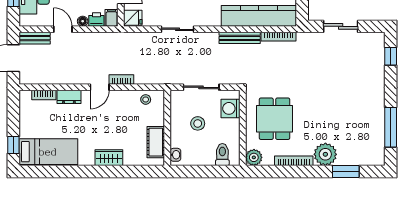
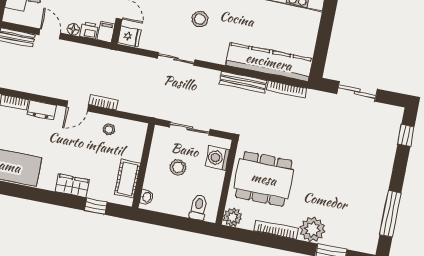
stool: (146, 99) -> (109, 129), moved
dining table: (274, 119) -> (264, 179), width x1.38
window: (133, 171) -> (96, 206), added

